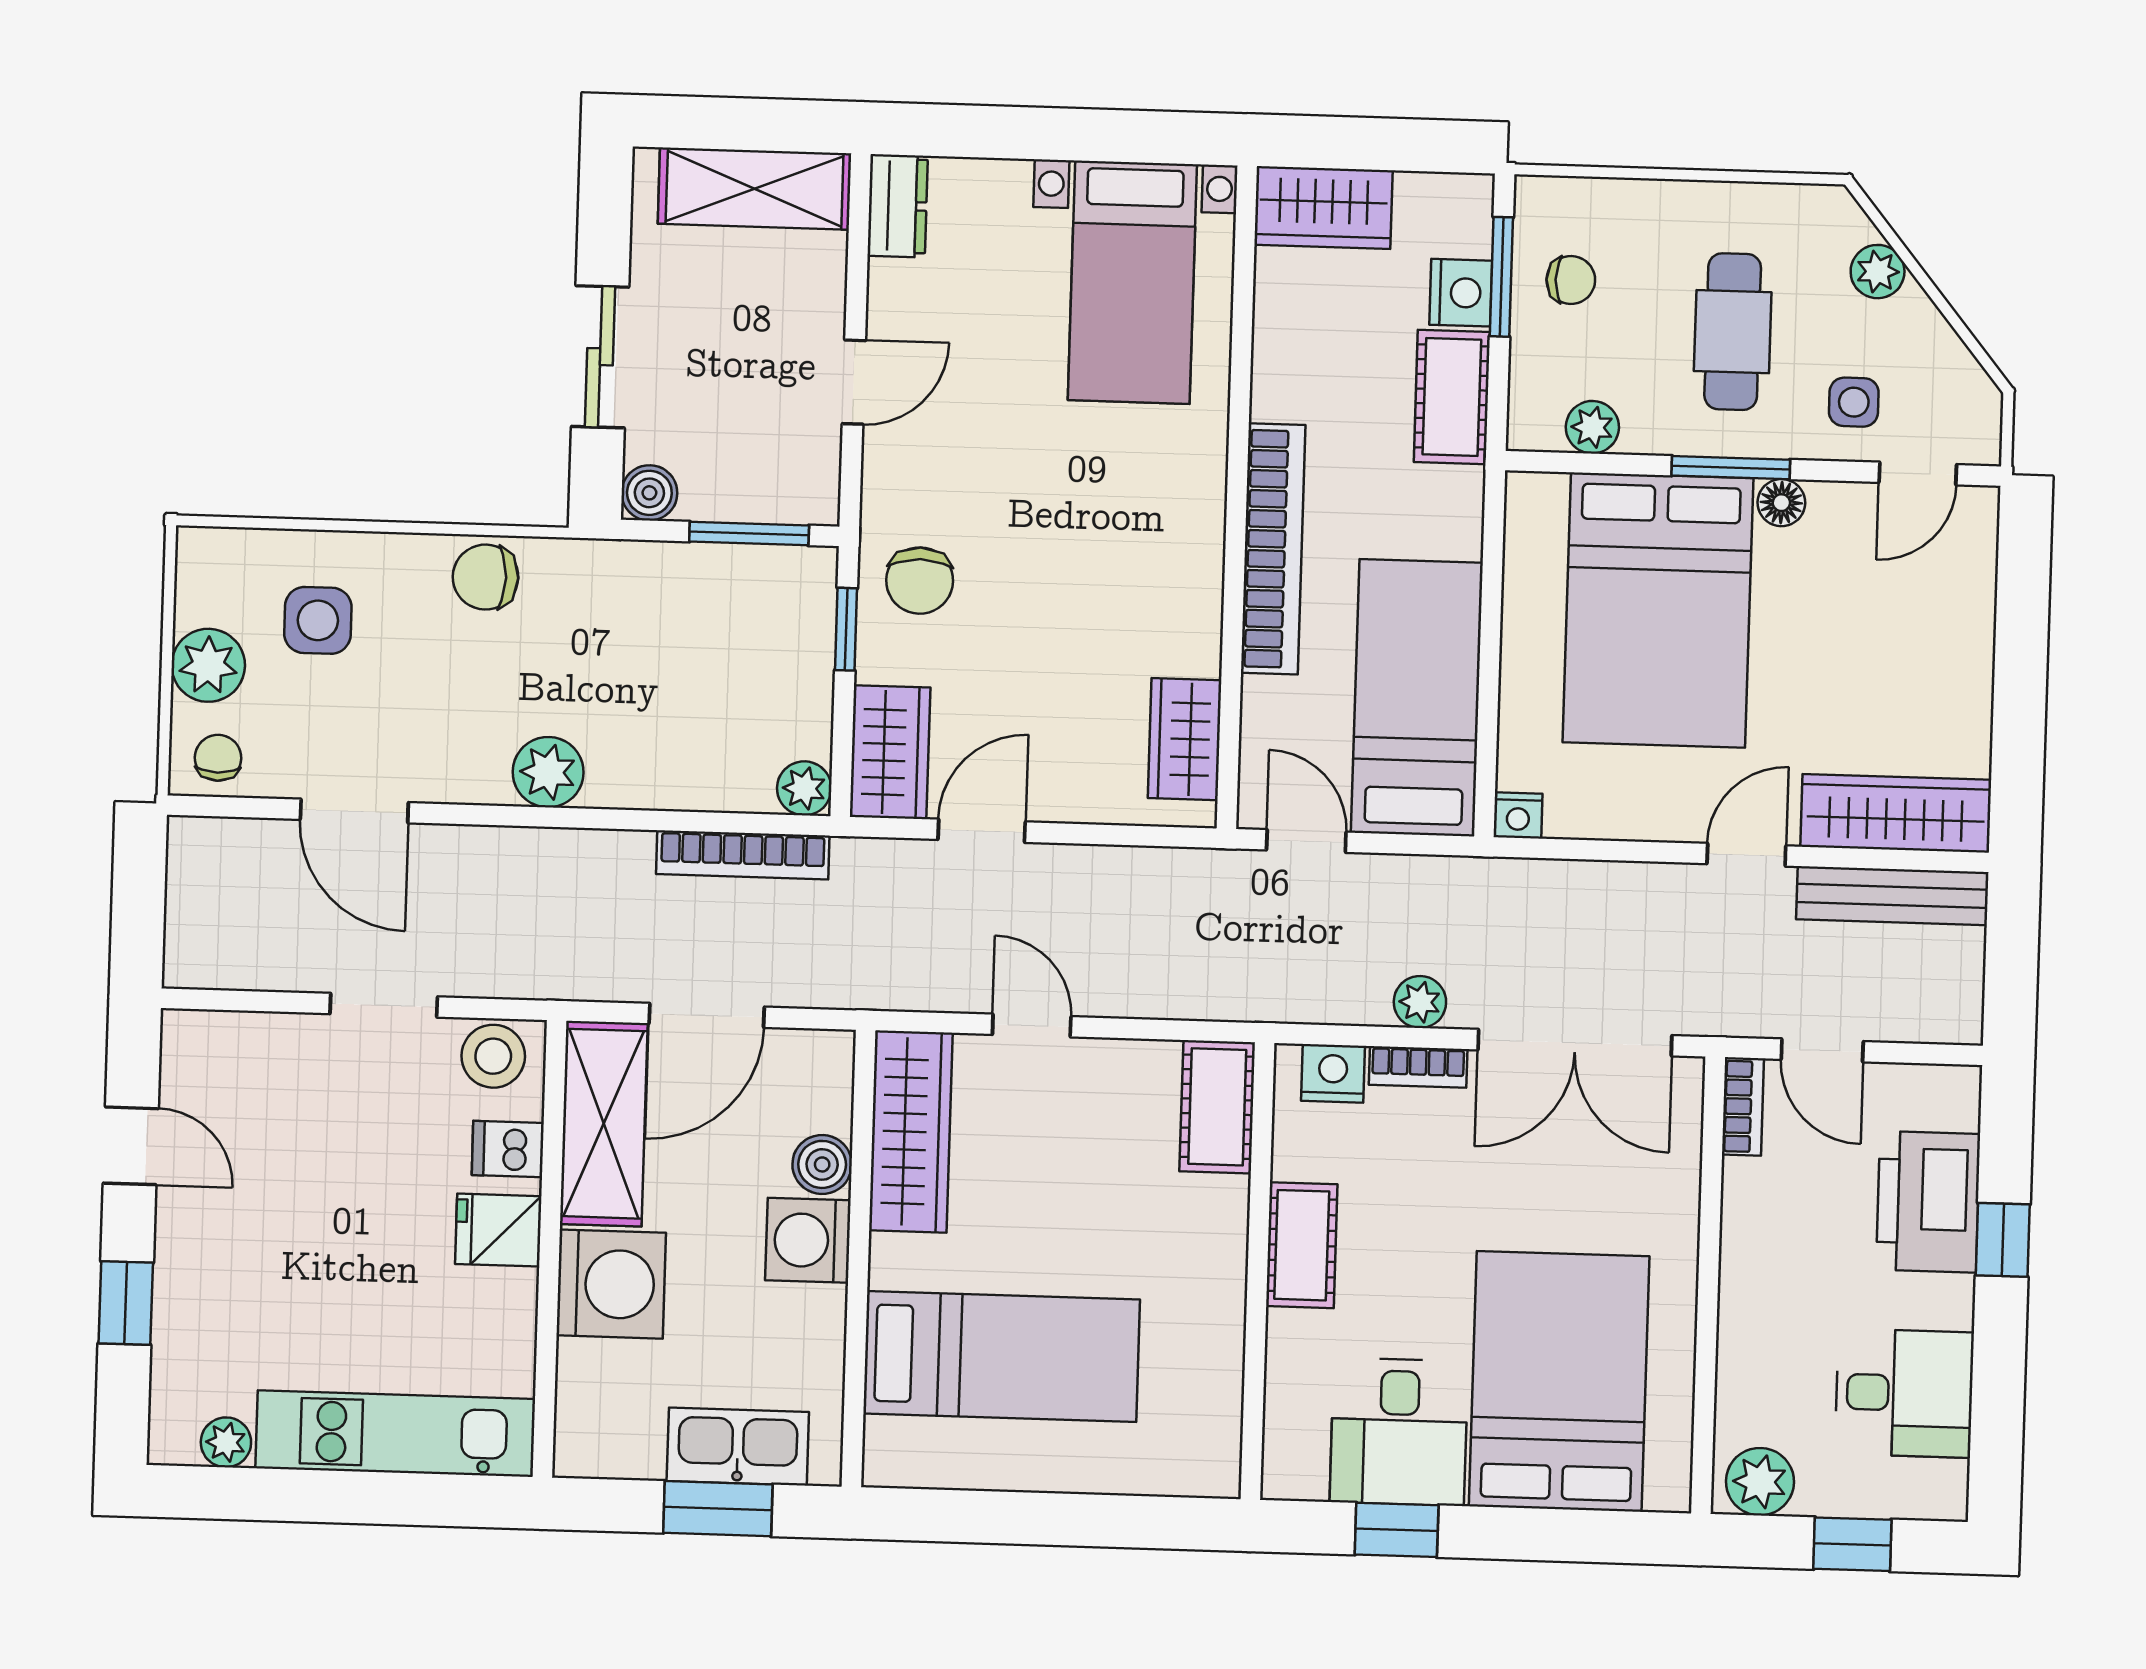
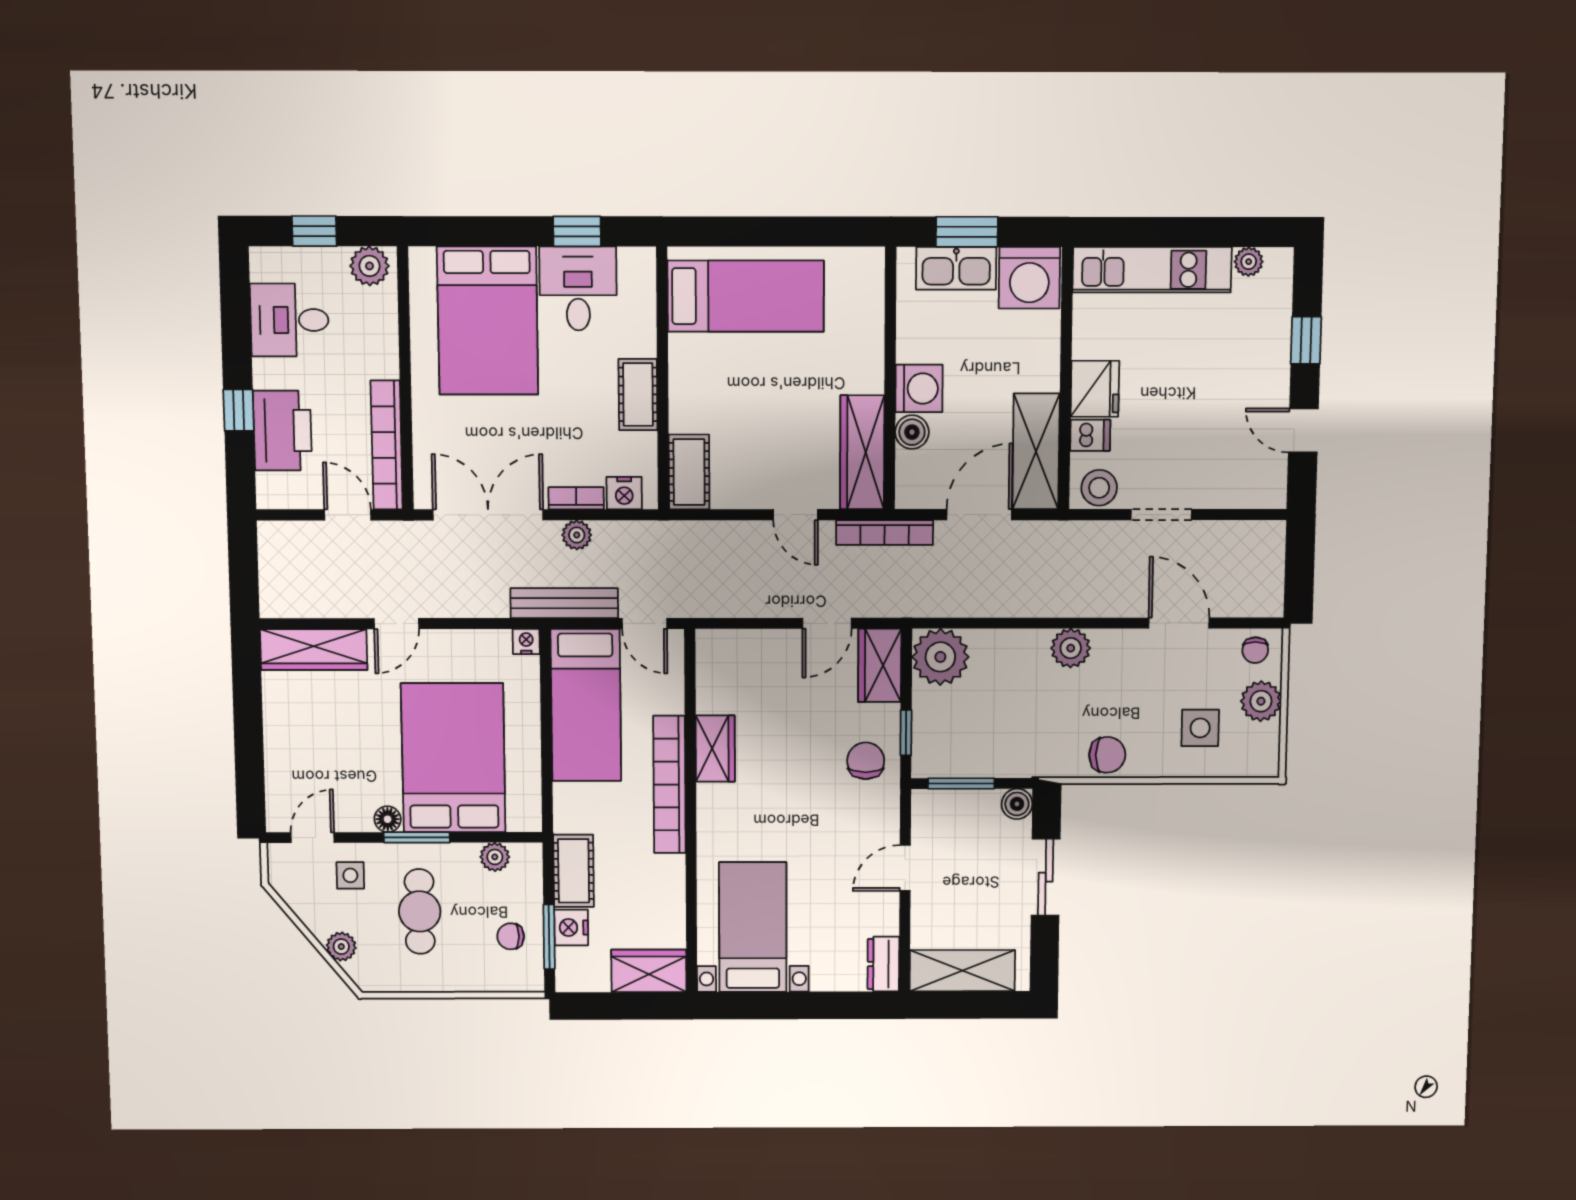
wardrobe: (1185, 739) -> (715, 749), moved
plant: (804, 788) -> (940, 657), width x1.88, depth x1.88
bookcase: (743, 855) -> (885, 533), moved, turned 180
bench: (1892, 896) -> (564, 603), moved
bookcase: (1743, 1106) -> (387, 445), width x2.31, depth x1.31
fridge: (498, 1230) -> (1095, 389), width x1.38
washing machine: (611, 1284) -> (1029, 278), moved, turned -90
bed: (1002, 1357) -> (746, 296), moved, turned 180

